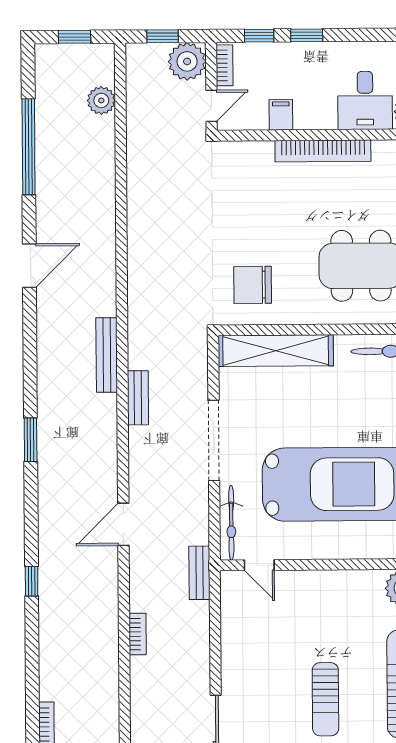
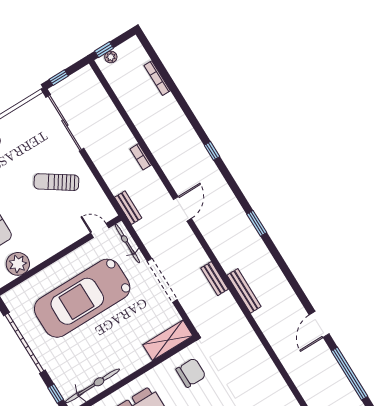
door: (29, 266) -> (319, 324), moved
shelving: (276, 351) -> (168, 340), width x0.68
sun lounger: (325, 699) -> (56, 182), moved, turned -56

